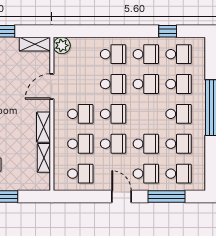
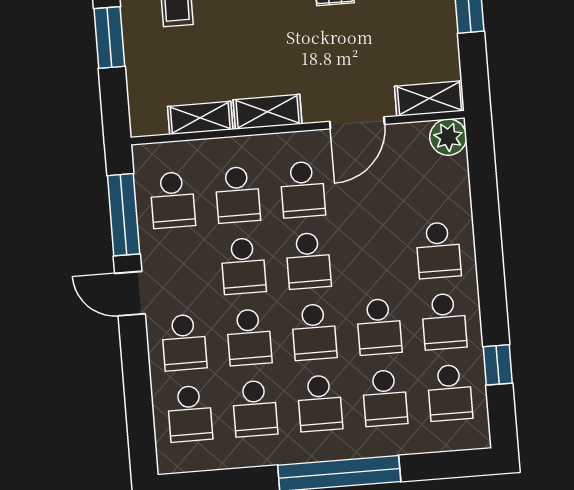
shelving: (35, 44) -> (429, 99), moved, turned 90
school desk: (113, 84) -> (314, 332), moved
door: (52, 87) -> (357, 123), swing flipped
door: (122, 197) -> (130, 294), swing flipped
window: (166, 197) -> (124, 215), moved

